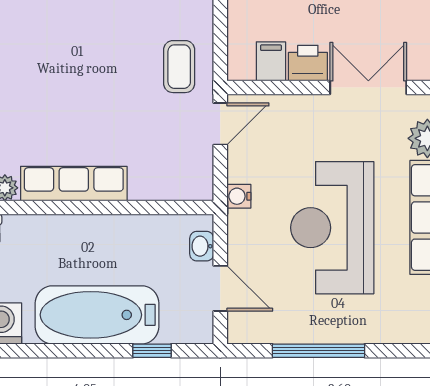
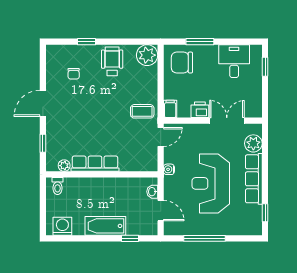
filing cabinet: (271, 61) -> (170, 109), moved
coffee table: (179, 67) -> (142, 111), turned 90
bathtub: (97, 315) -> (105, 226), width x0.73, depth x0.73

